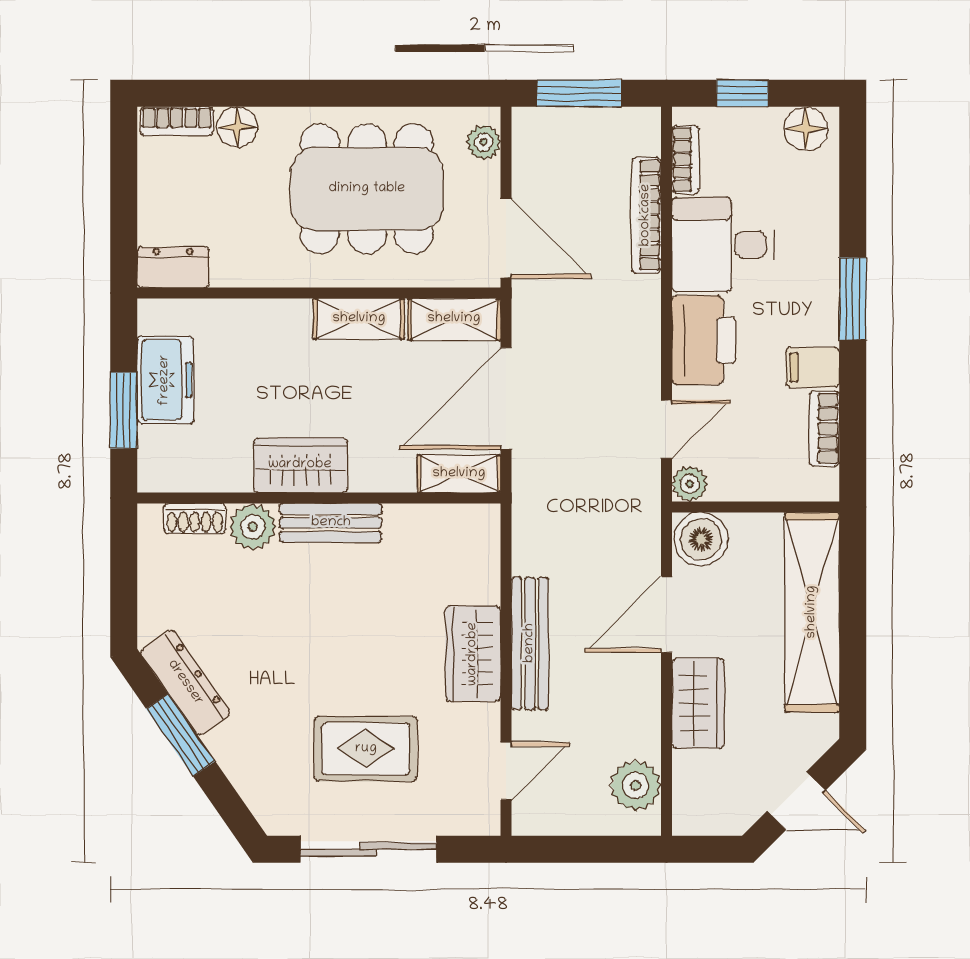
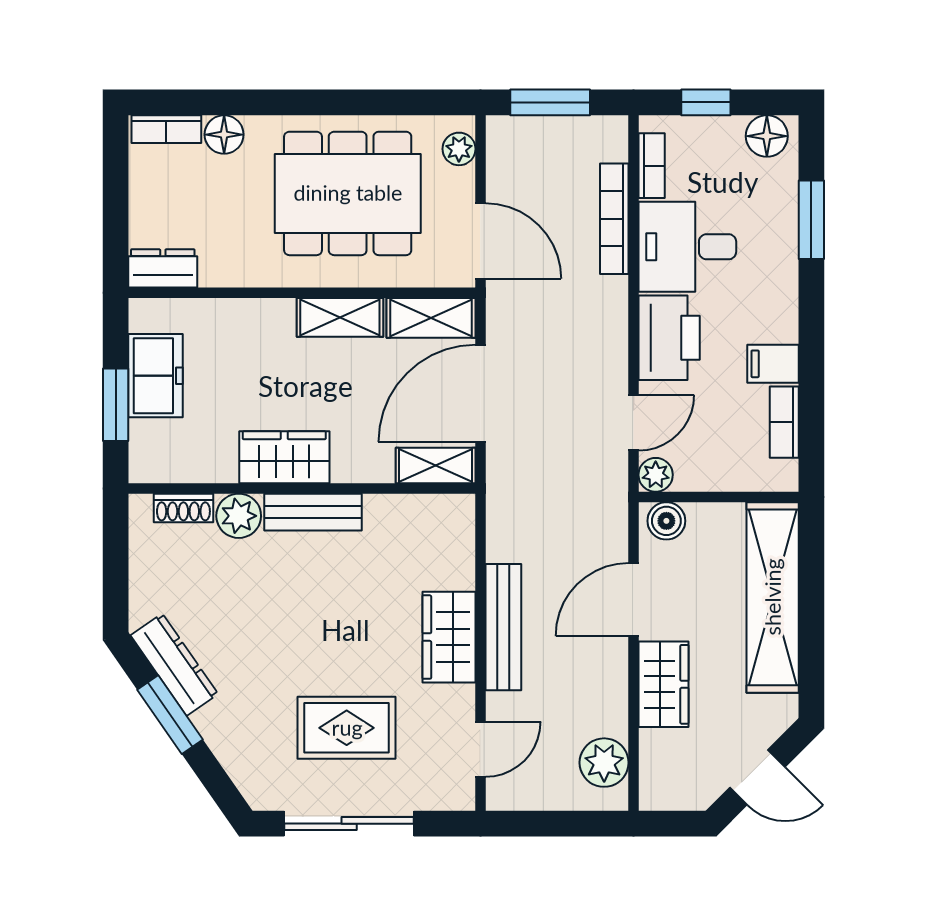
window: (853, 299) -> (811, 220), moved
boiler: (701, 539) -> (666, 521), width x0.73, depth x0.73

